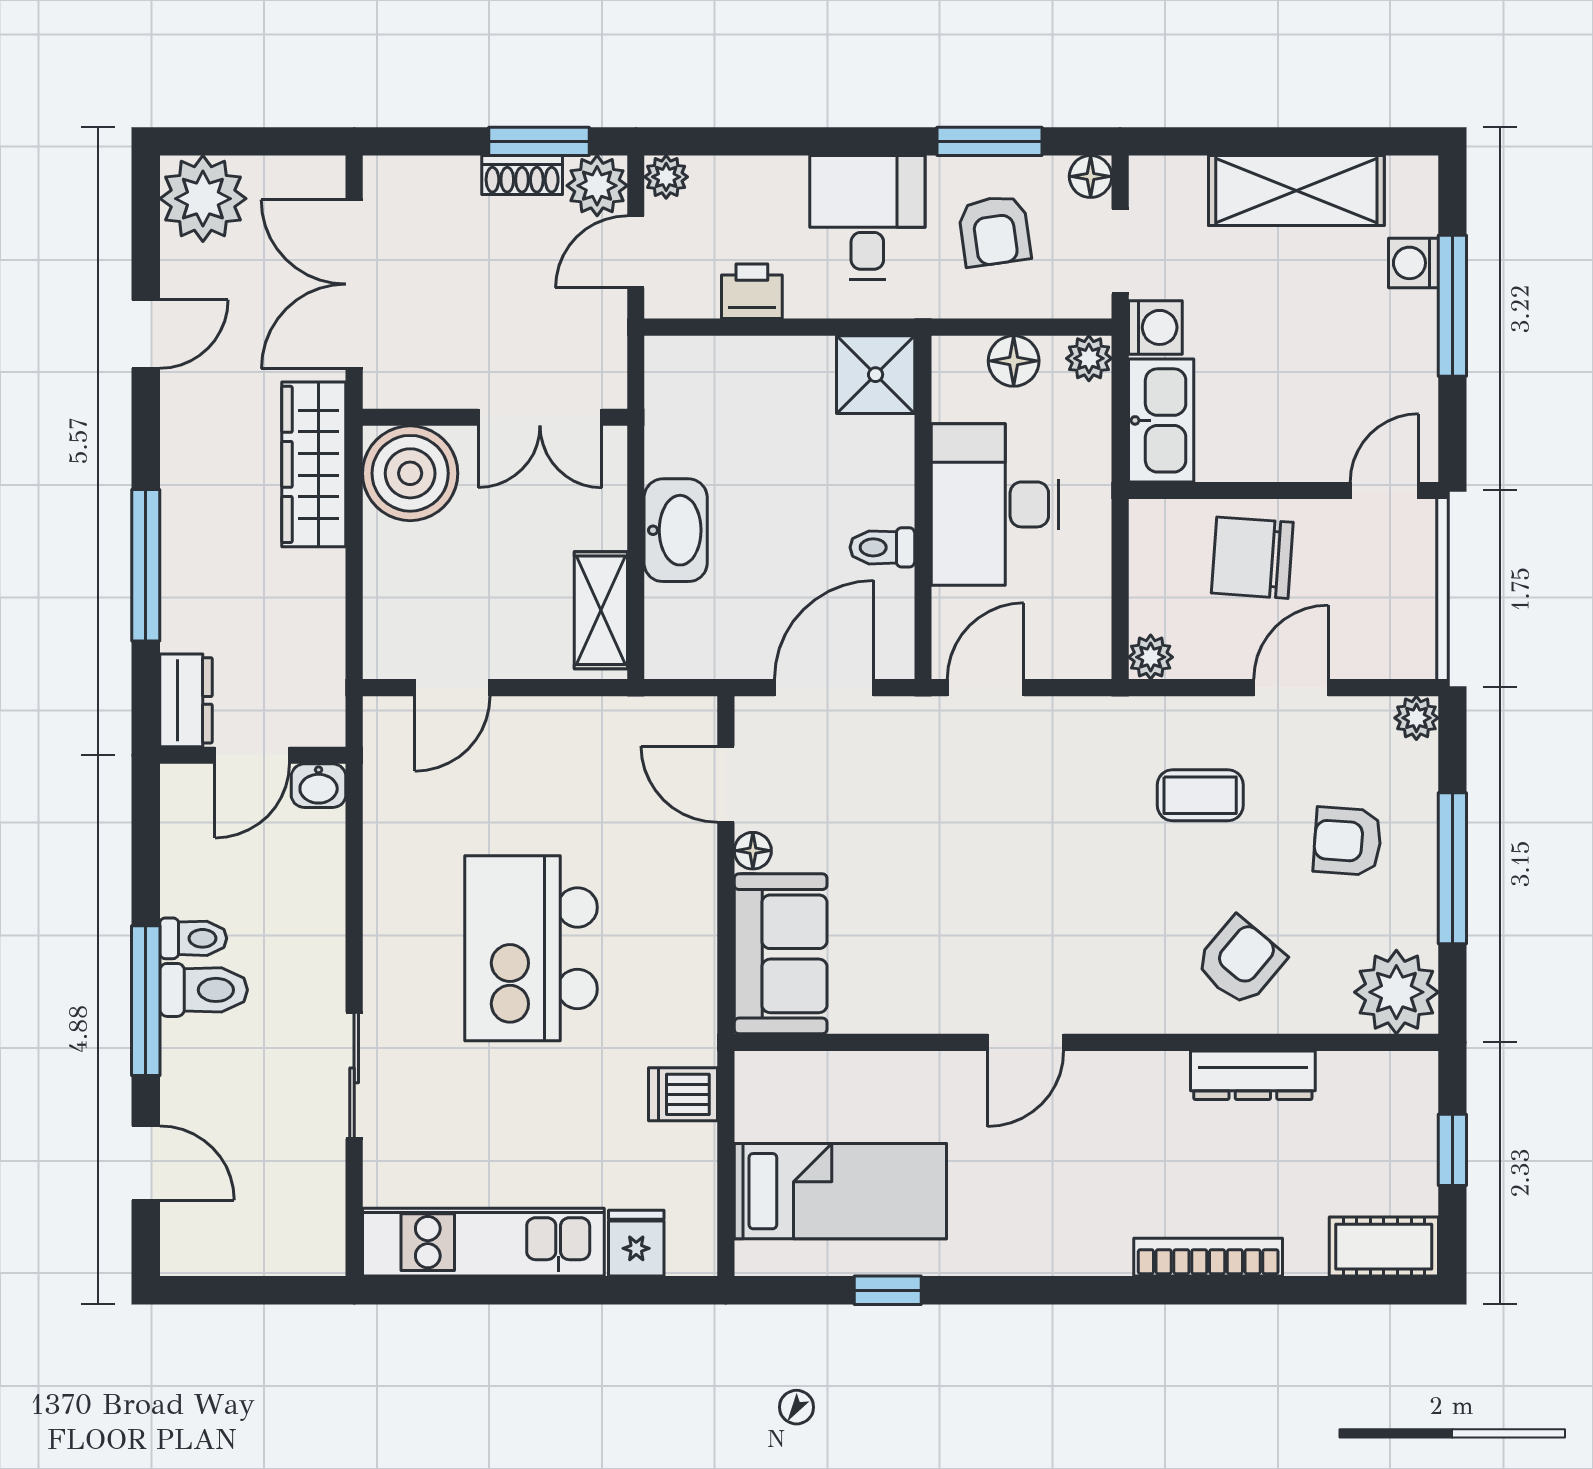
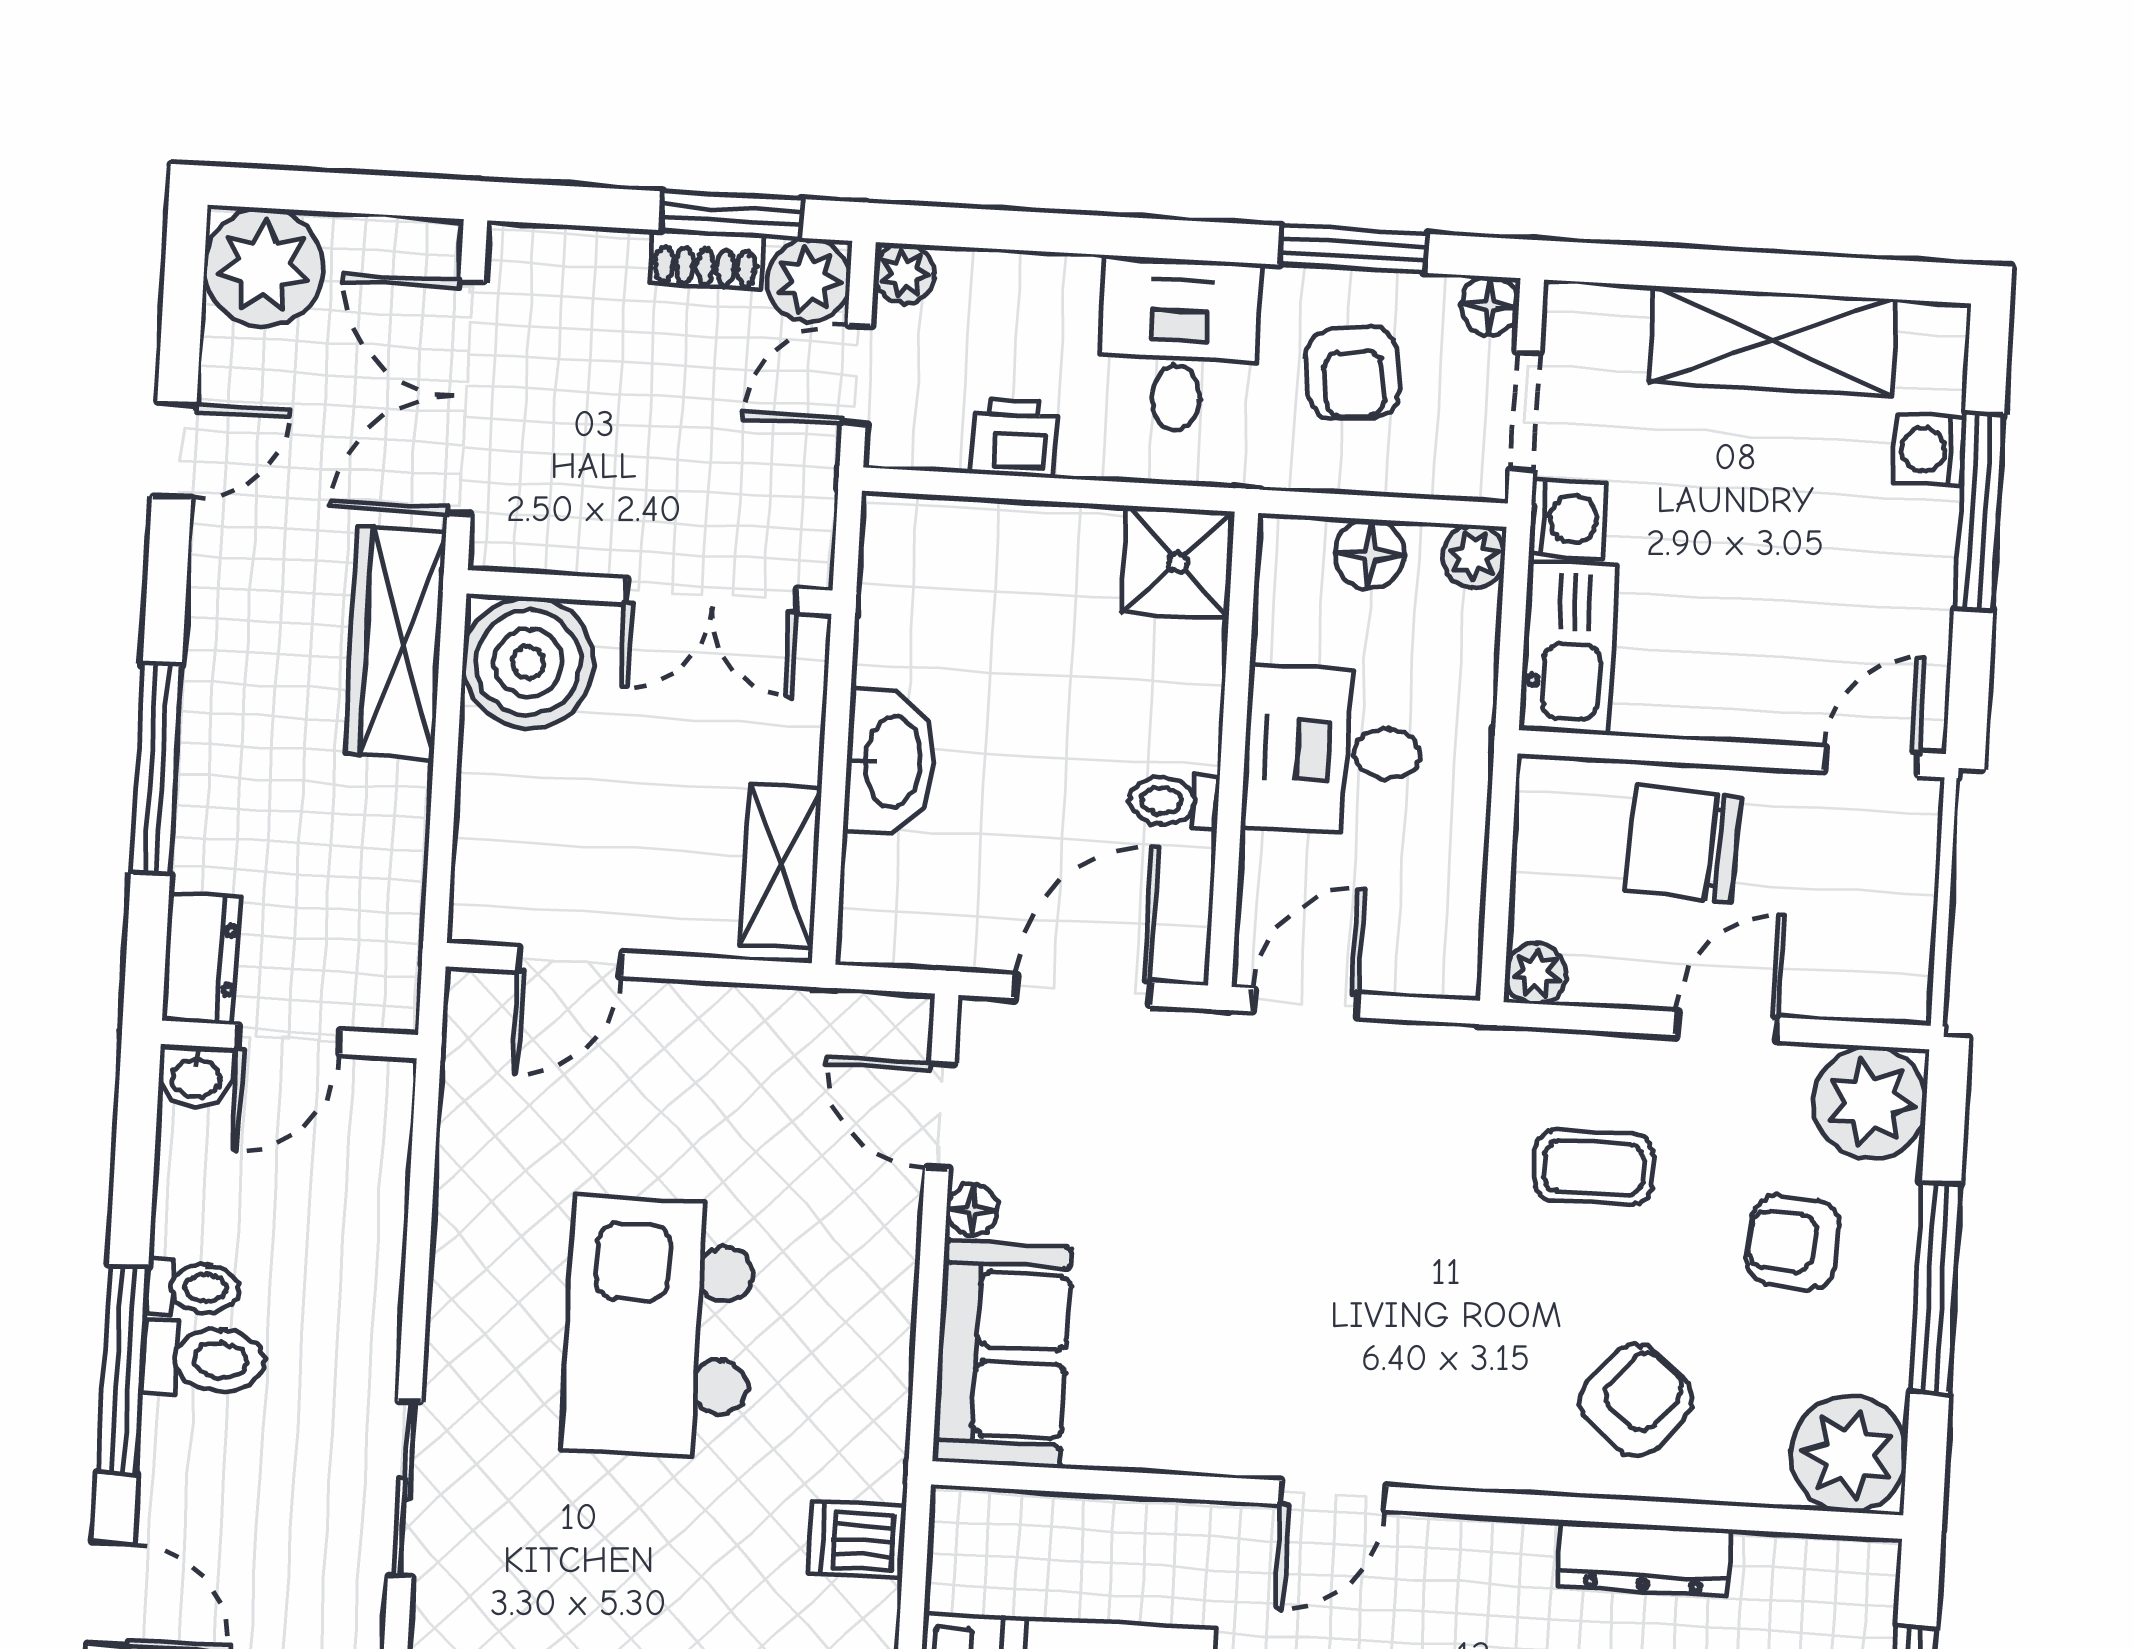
desk: (995, 504) -> (1333, 751), width x0.73
plant: (1416, 718) -> (1870, 1103), width x1.87, depth x1.87
washbasin: (319, 786) -> (196, 1076), moved

